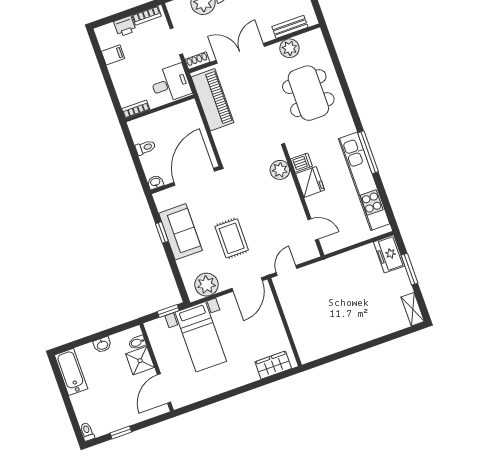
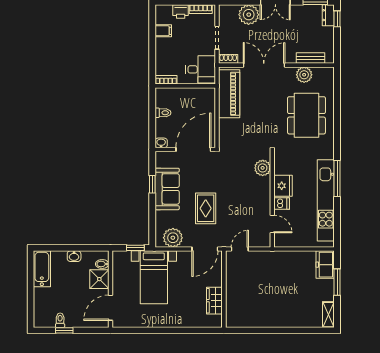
dishwasher: (301, 163) -> (282, 203), moved
wardrobe: (273, 365) -> (214, 301), moved, turned -90
toilet: (87, 432) -> (60, 320), moved

